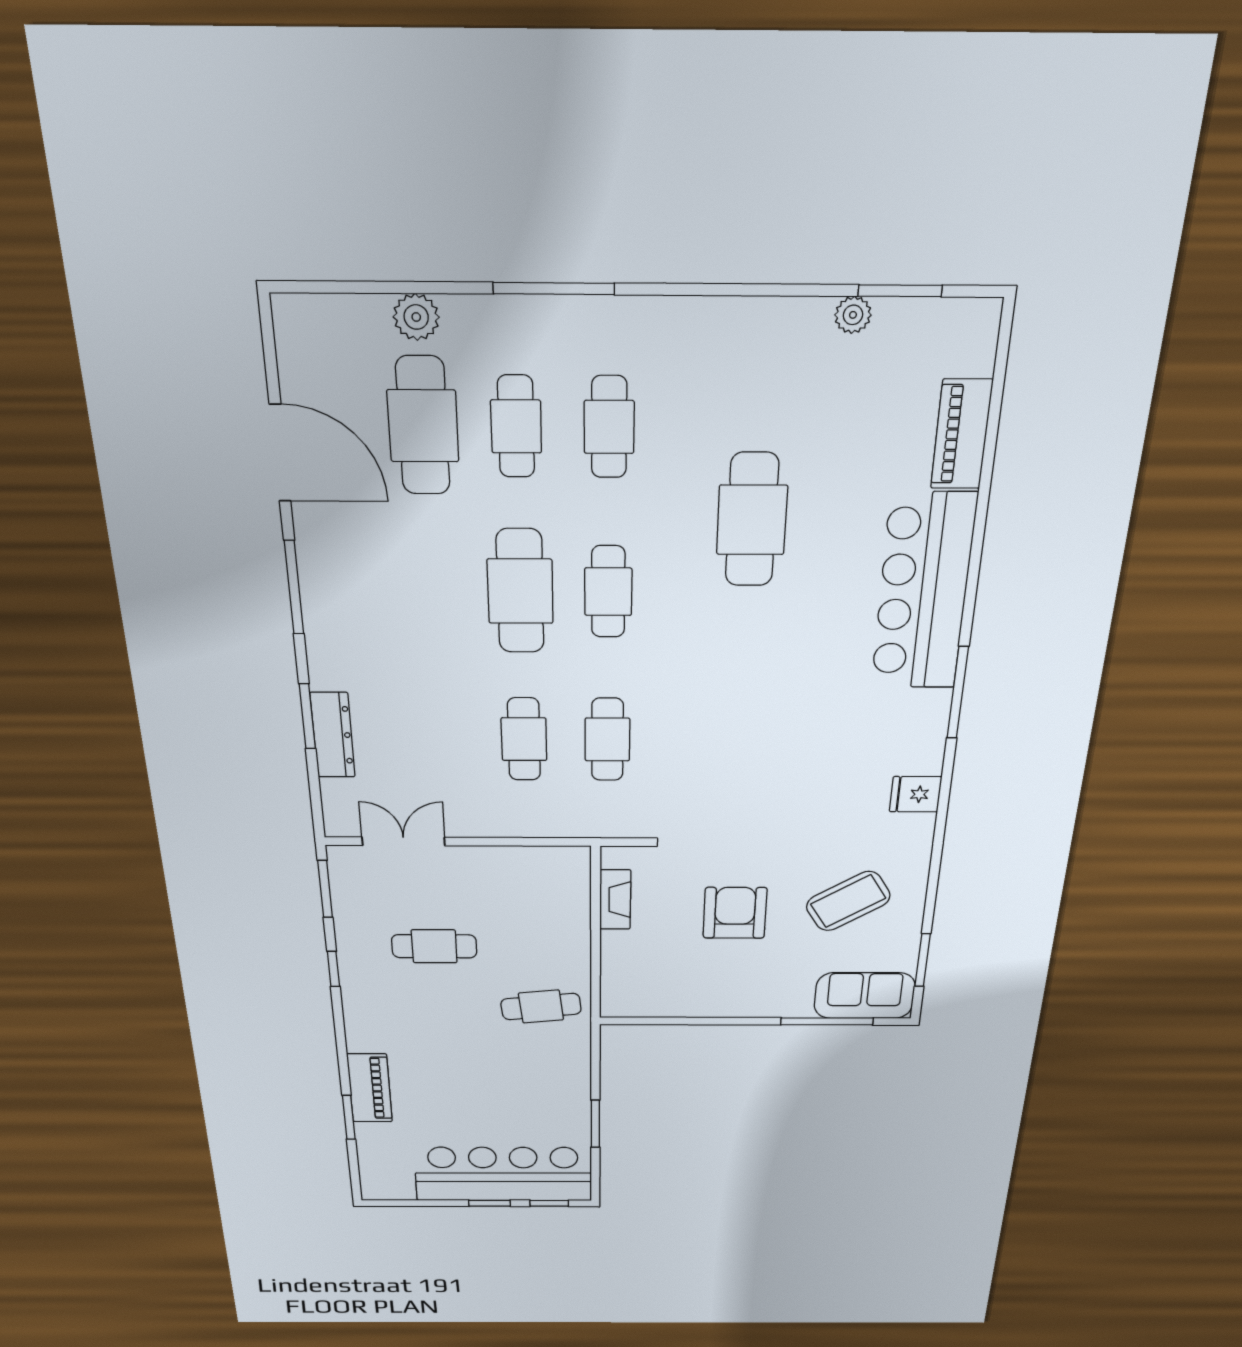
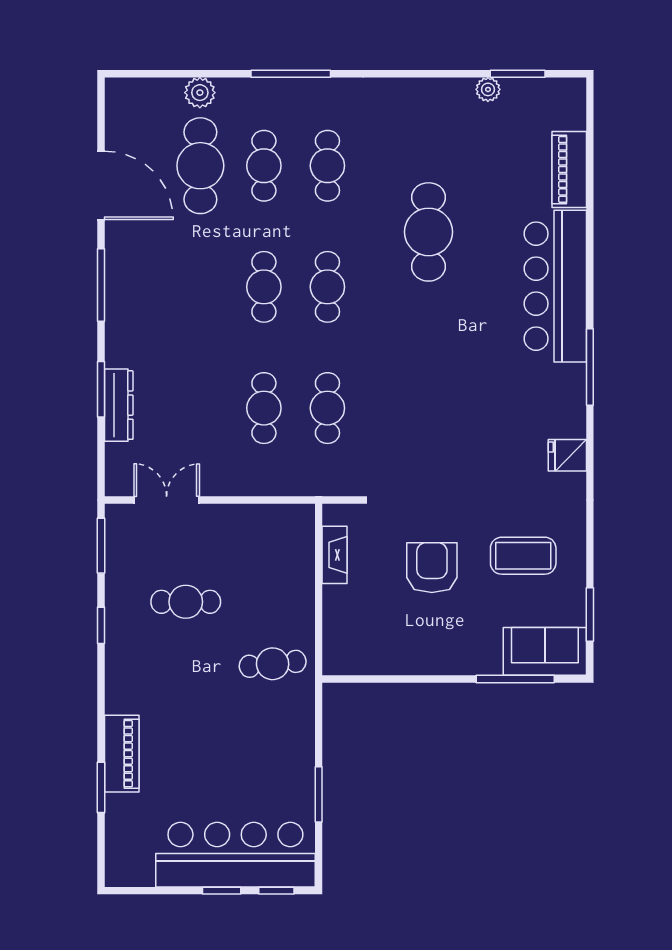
cafe table: (520, 591) -> (264, 287), width x0.73, depth x0.74
coffee table: (848, 901) -> (523, 556), turned 32

